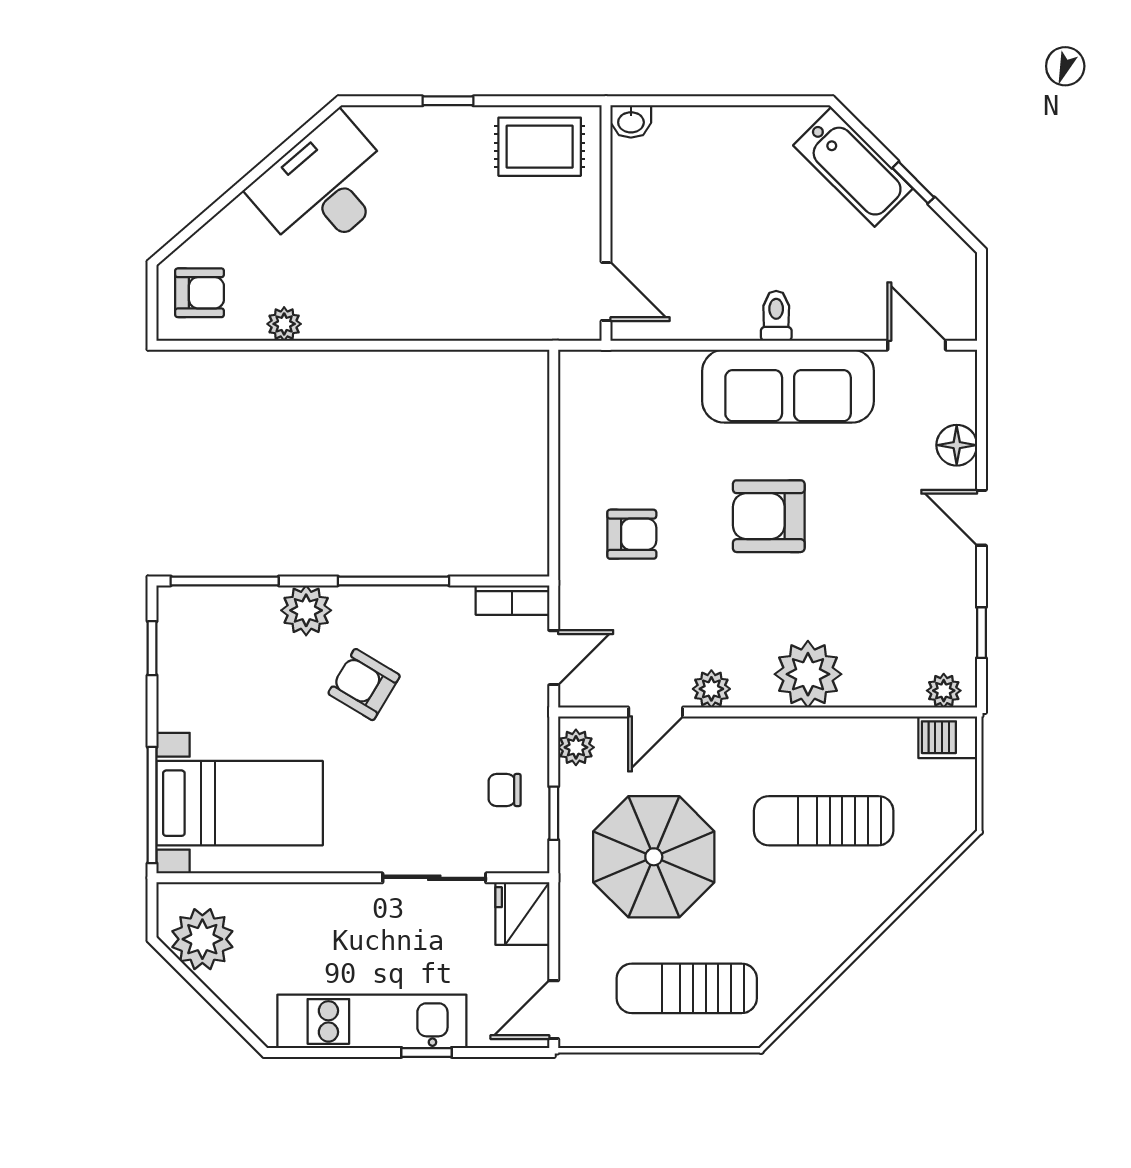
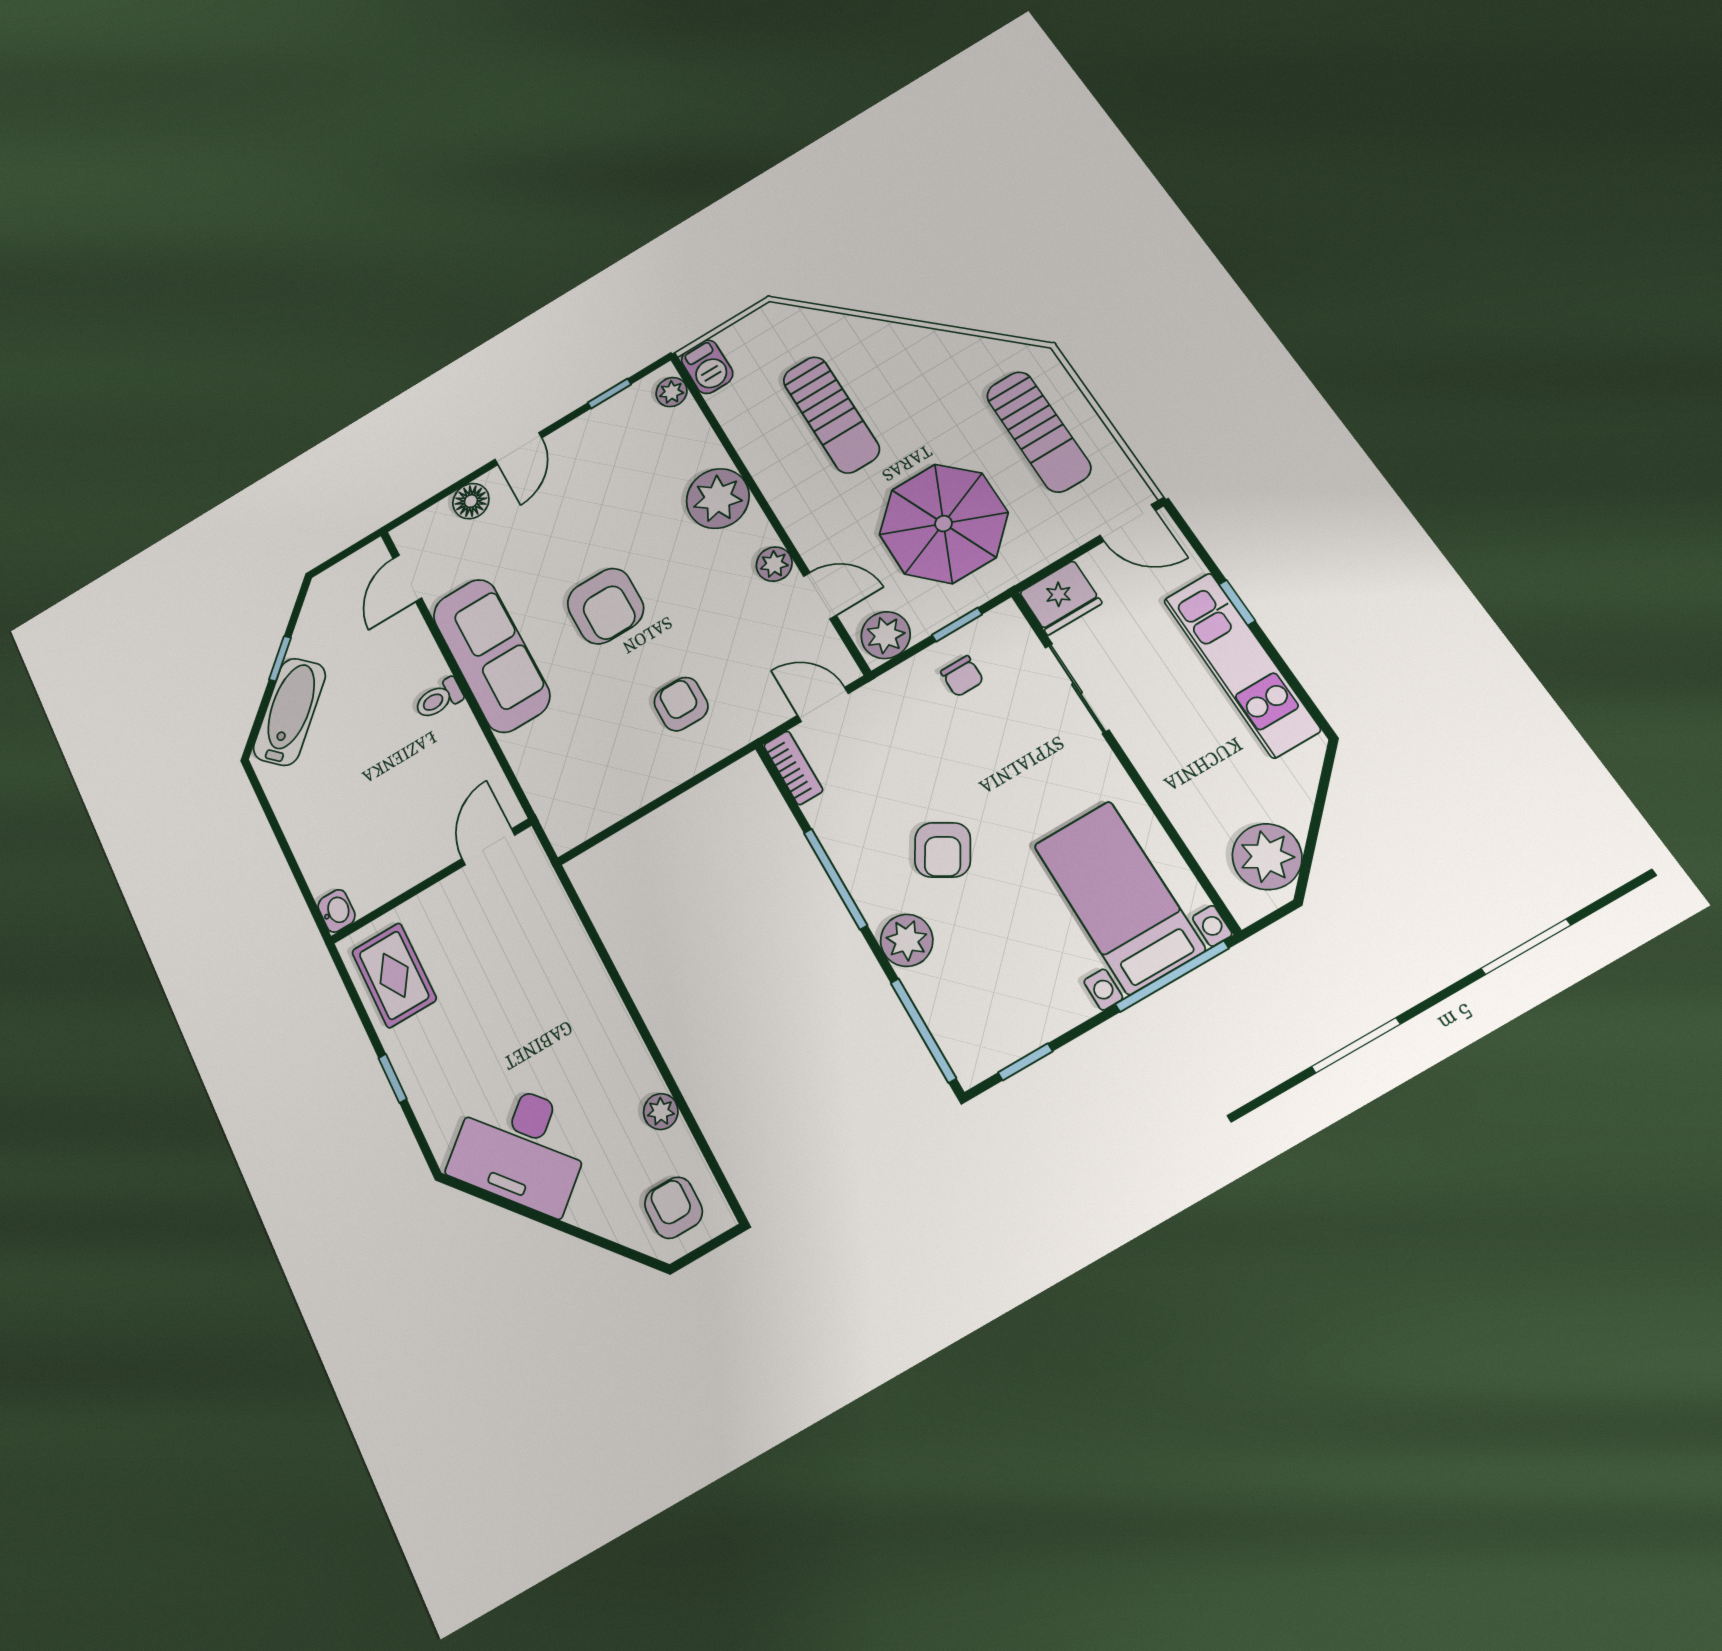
plant: (576, 747) -> (886, 635), width x1.38, depth x1.38

